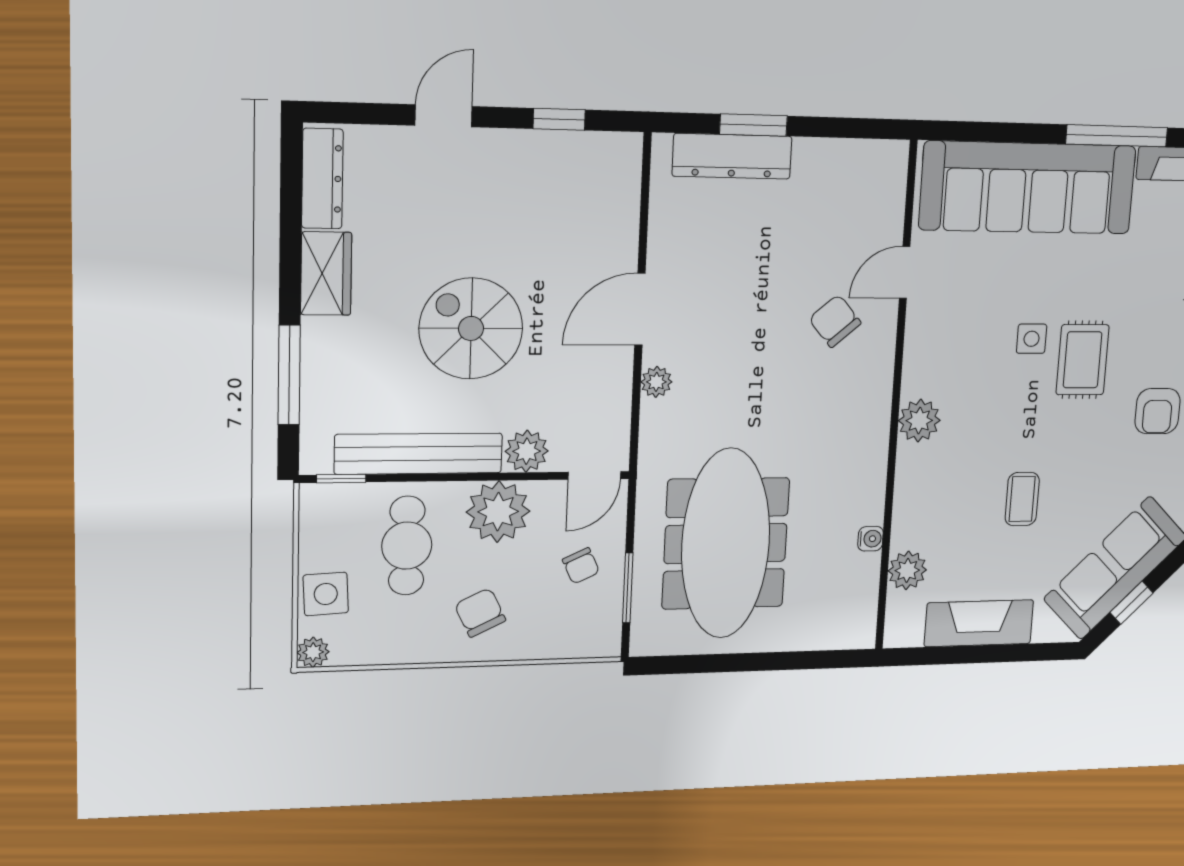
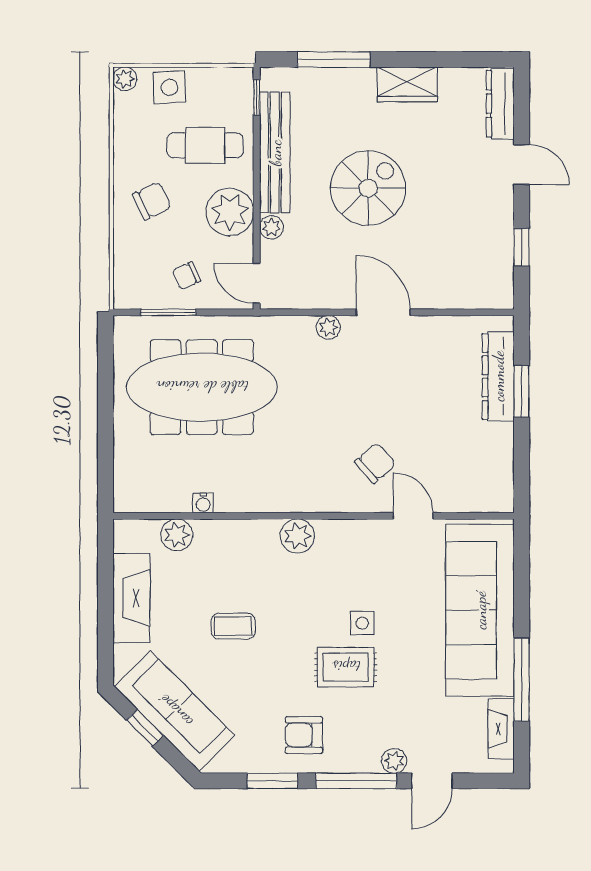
dresser: (322, 179) -> (500, 104), moved, turned 90
plant: (527, 451) -> (271, 227), width x0.73, depth x0.73

